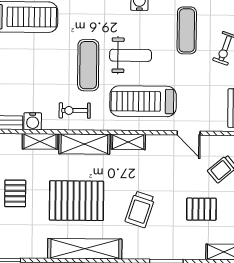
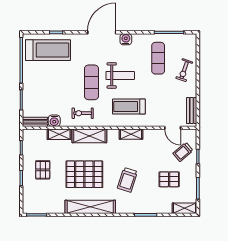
treadmill: (143, 101) -> (129, 107), width x0.73, depth x0.73
door: (189, 133) -> (173, 128), moved
shelving: (128, 142) -> (131, 134), moved

